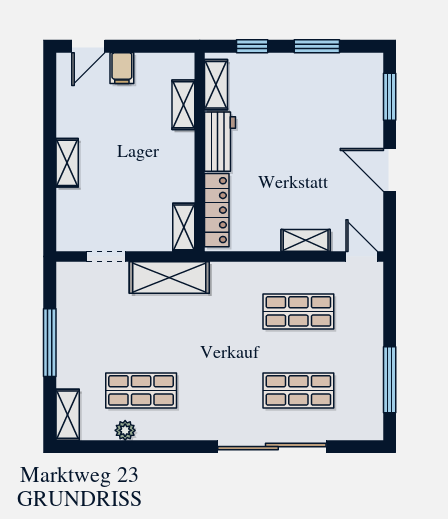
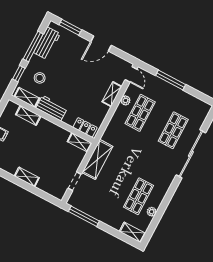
window: (317, 46) -> (33, 47), width x1.44
workbench: (337, 69) -> (47, 43), added
stool: (265, 89) -> (40, 78), added
locker: (217, 210) -> (85, 127), width x0.66
door: (362, 257) -> (131, 74), swing flipped
plant: (307, 272) -> (126, 100), added
window: (50, 343) -> (84, 216), moved
window: (390, 380) -> (171, 80), moved

